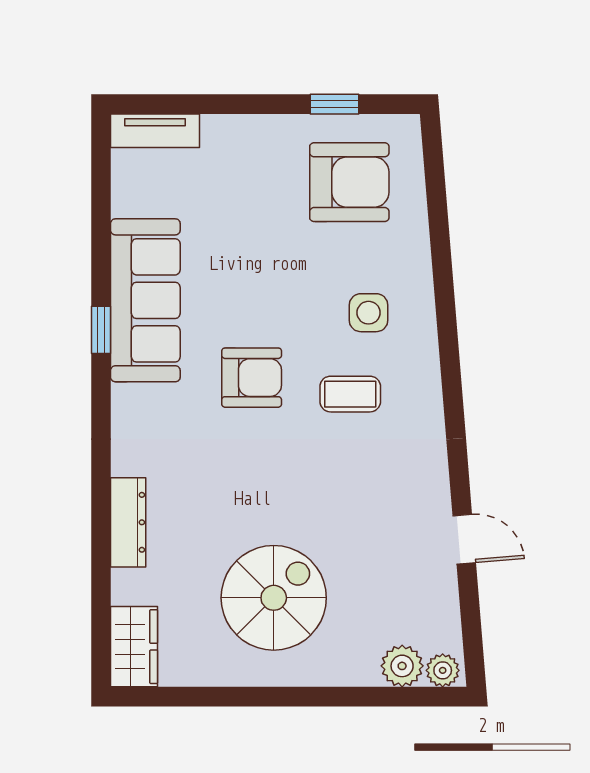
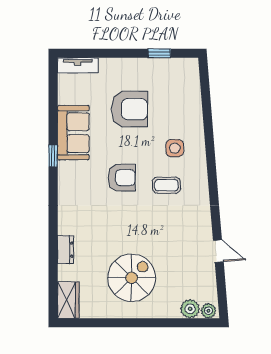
armchair: (349, 182) -> (129, 109), moved
sofa: (145, 300) -> (73, 133), width x0.73
dresser: (128, 522) -> (66, 250), width x0.70

